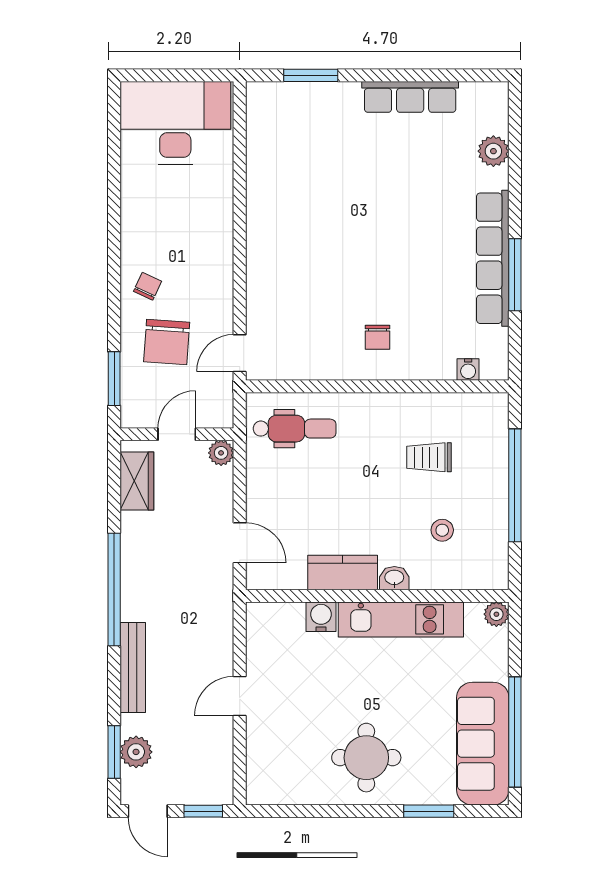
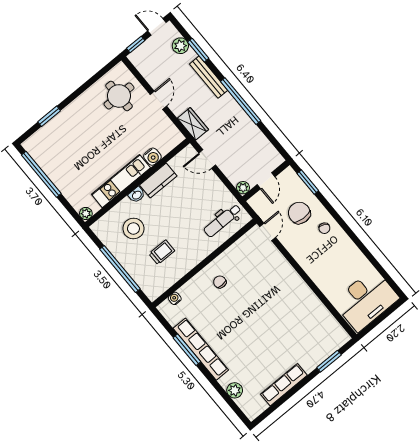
wardrobe: (137, 481) -> (193, 124), moved, turned 180
stool: (442, 530) -> (133, 228), width x1.89, depth x1.89
sofa: (483, 744) -> (50, 159), removed
window: (114, 752) -> (198, 50), moved
round table: (366, 758) -> (119, 96), moved

